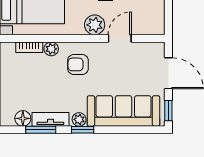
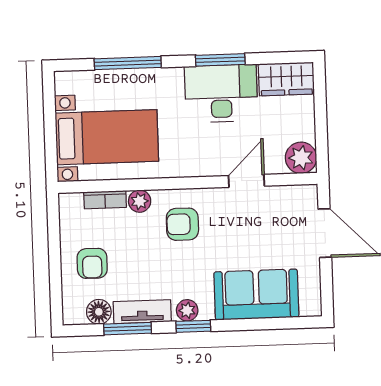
plant: (95, 25) -> (301, 158), moved
armchair: (20, 87) -> (92, 263), added
sofa: (123, 111) -> (256, 295), width x0.73
window: (168, 111) -> (327, 292), removed

